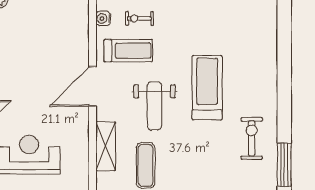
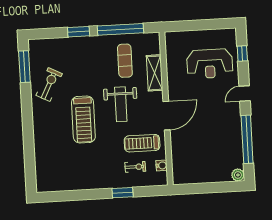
weight bench: (155, 106) -> (121, 104), turned 180
exercise bike: (252, 138) -> (49, 85), turned -153

